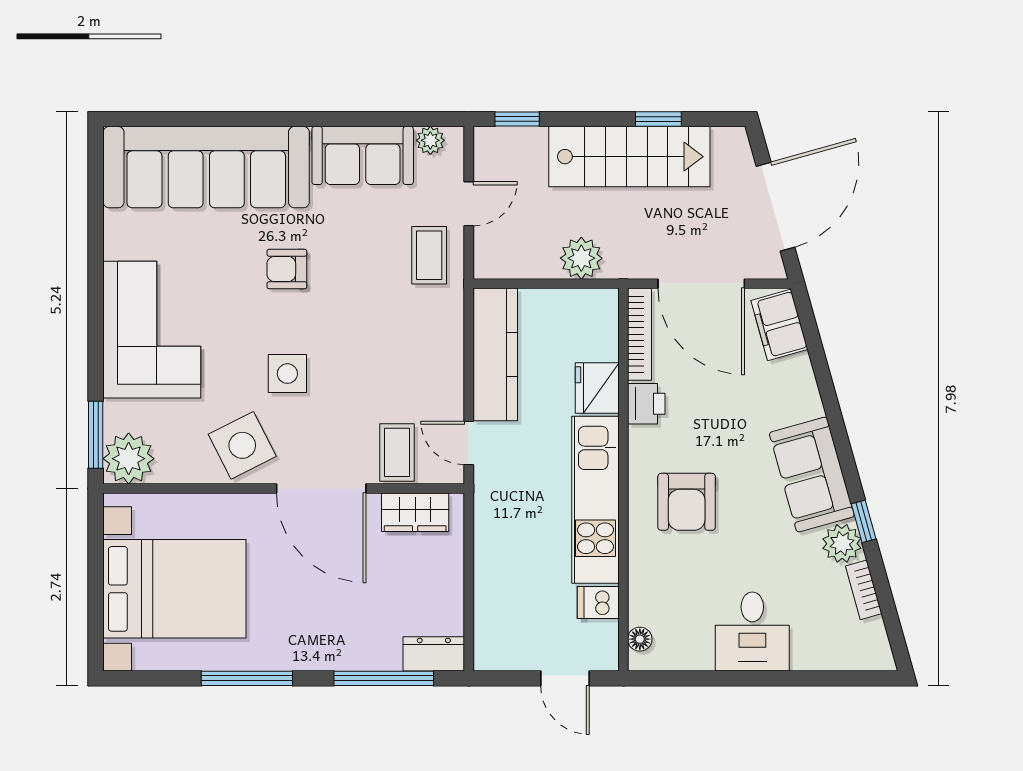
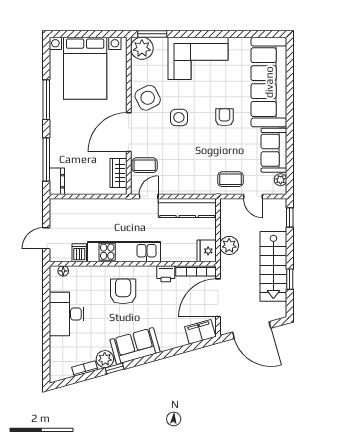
fridge: (597, 388) -> (207, 251), moved, turned -90
armchair: (687, 502) -> (123, 291), turned 90
desk: (752, 631) -> (67, 314), width x1.37

